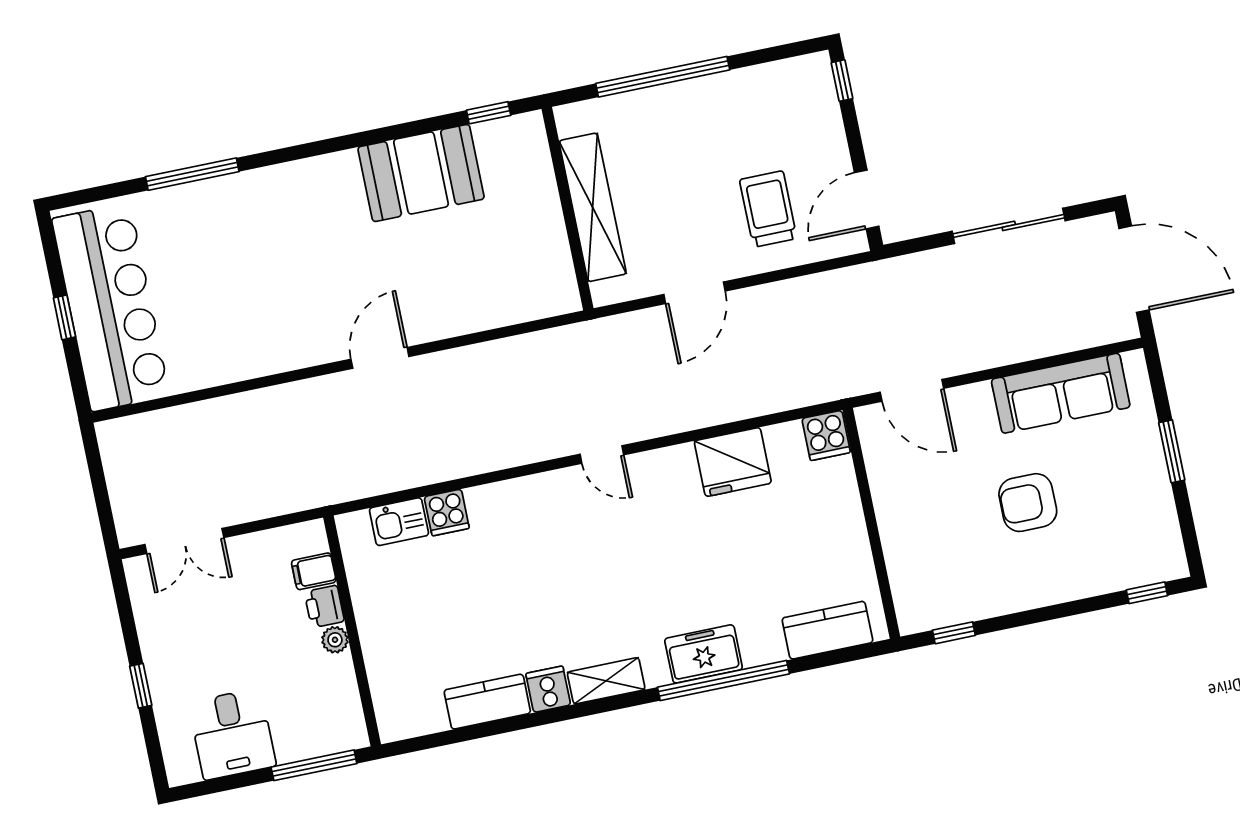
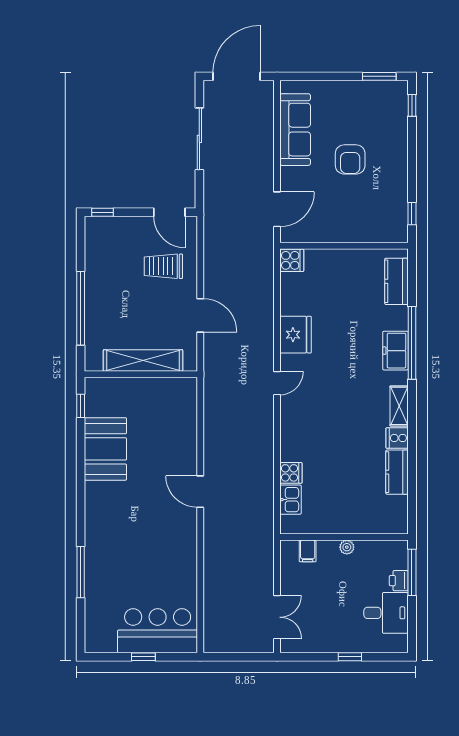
bar counter: (111, 307) -> (158, 631), width x0.73
window: (1172, 451) -> (379, 76), moved
fridge: (733, 462) -> (296, 335), moved
printer: (324, 606) -> (399, 581), moved, turned 90

